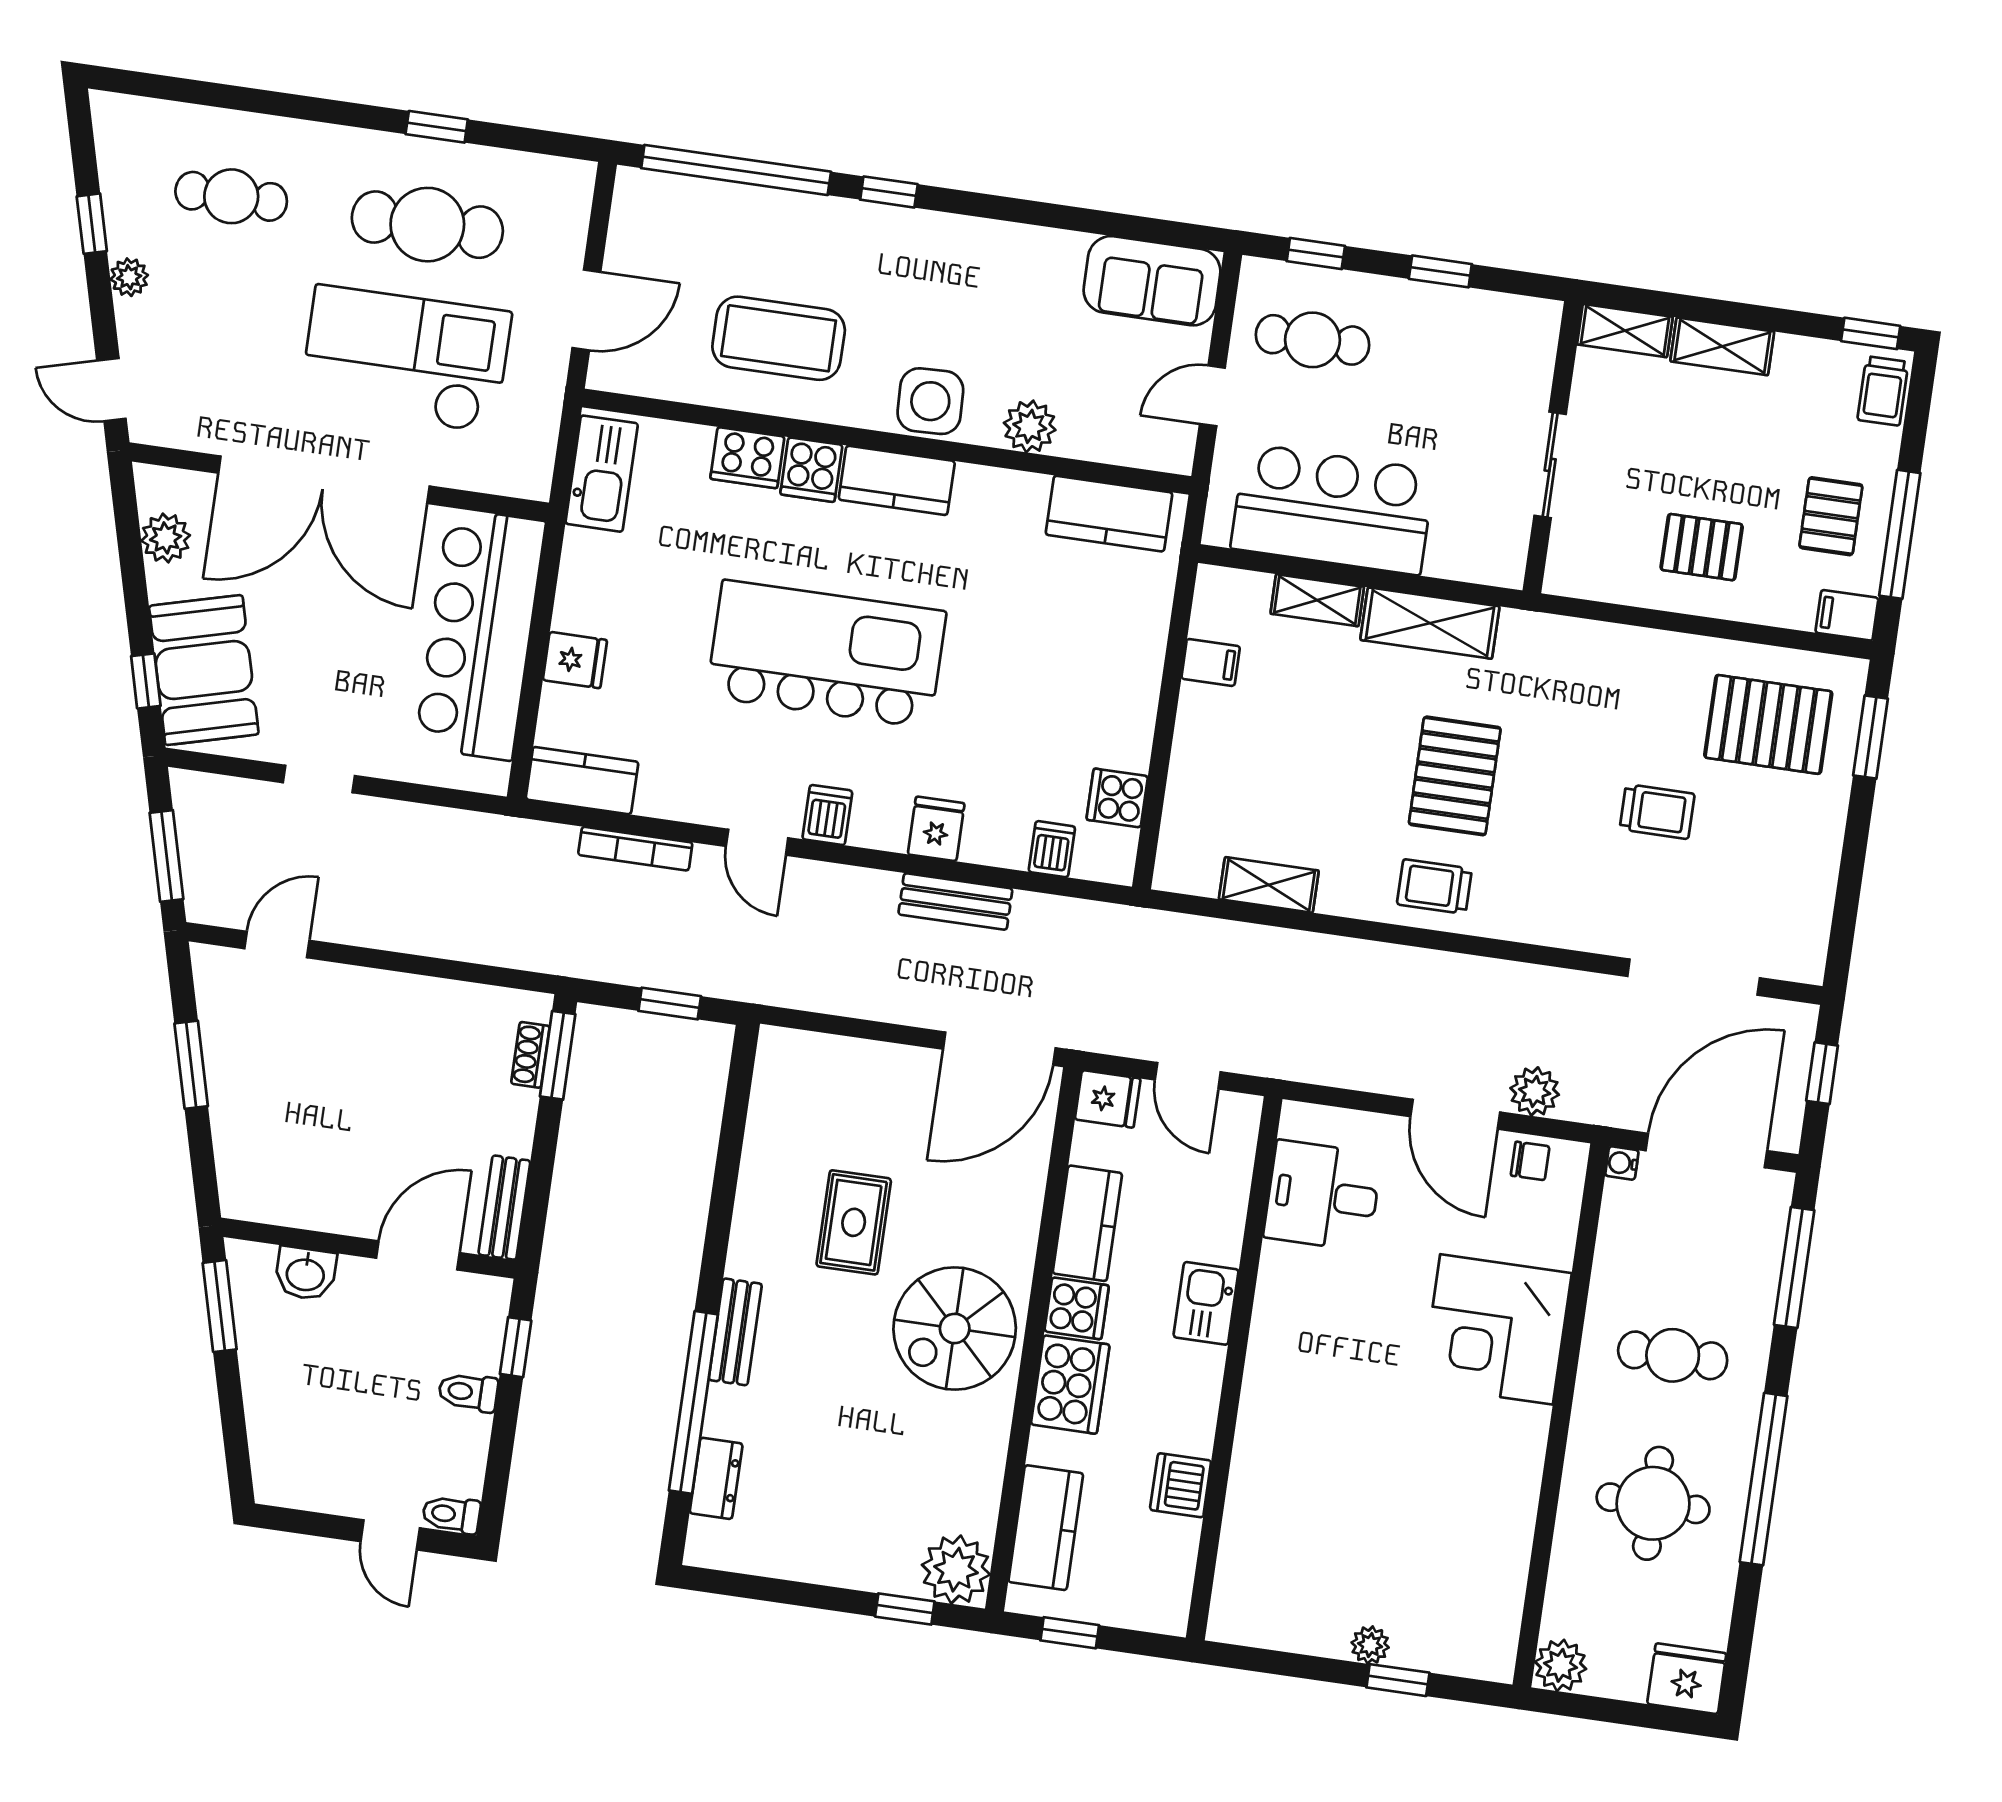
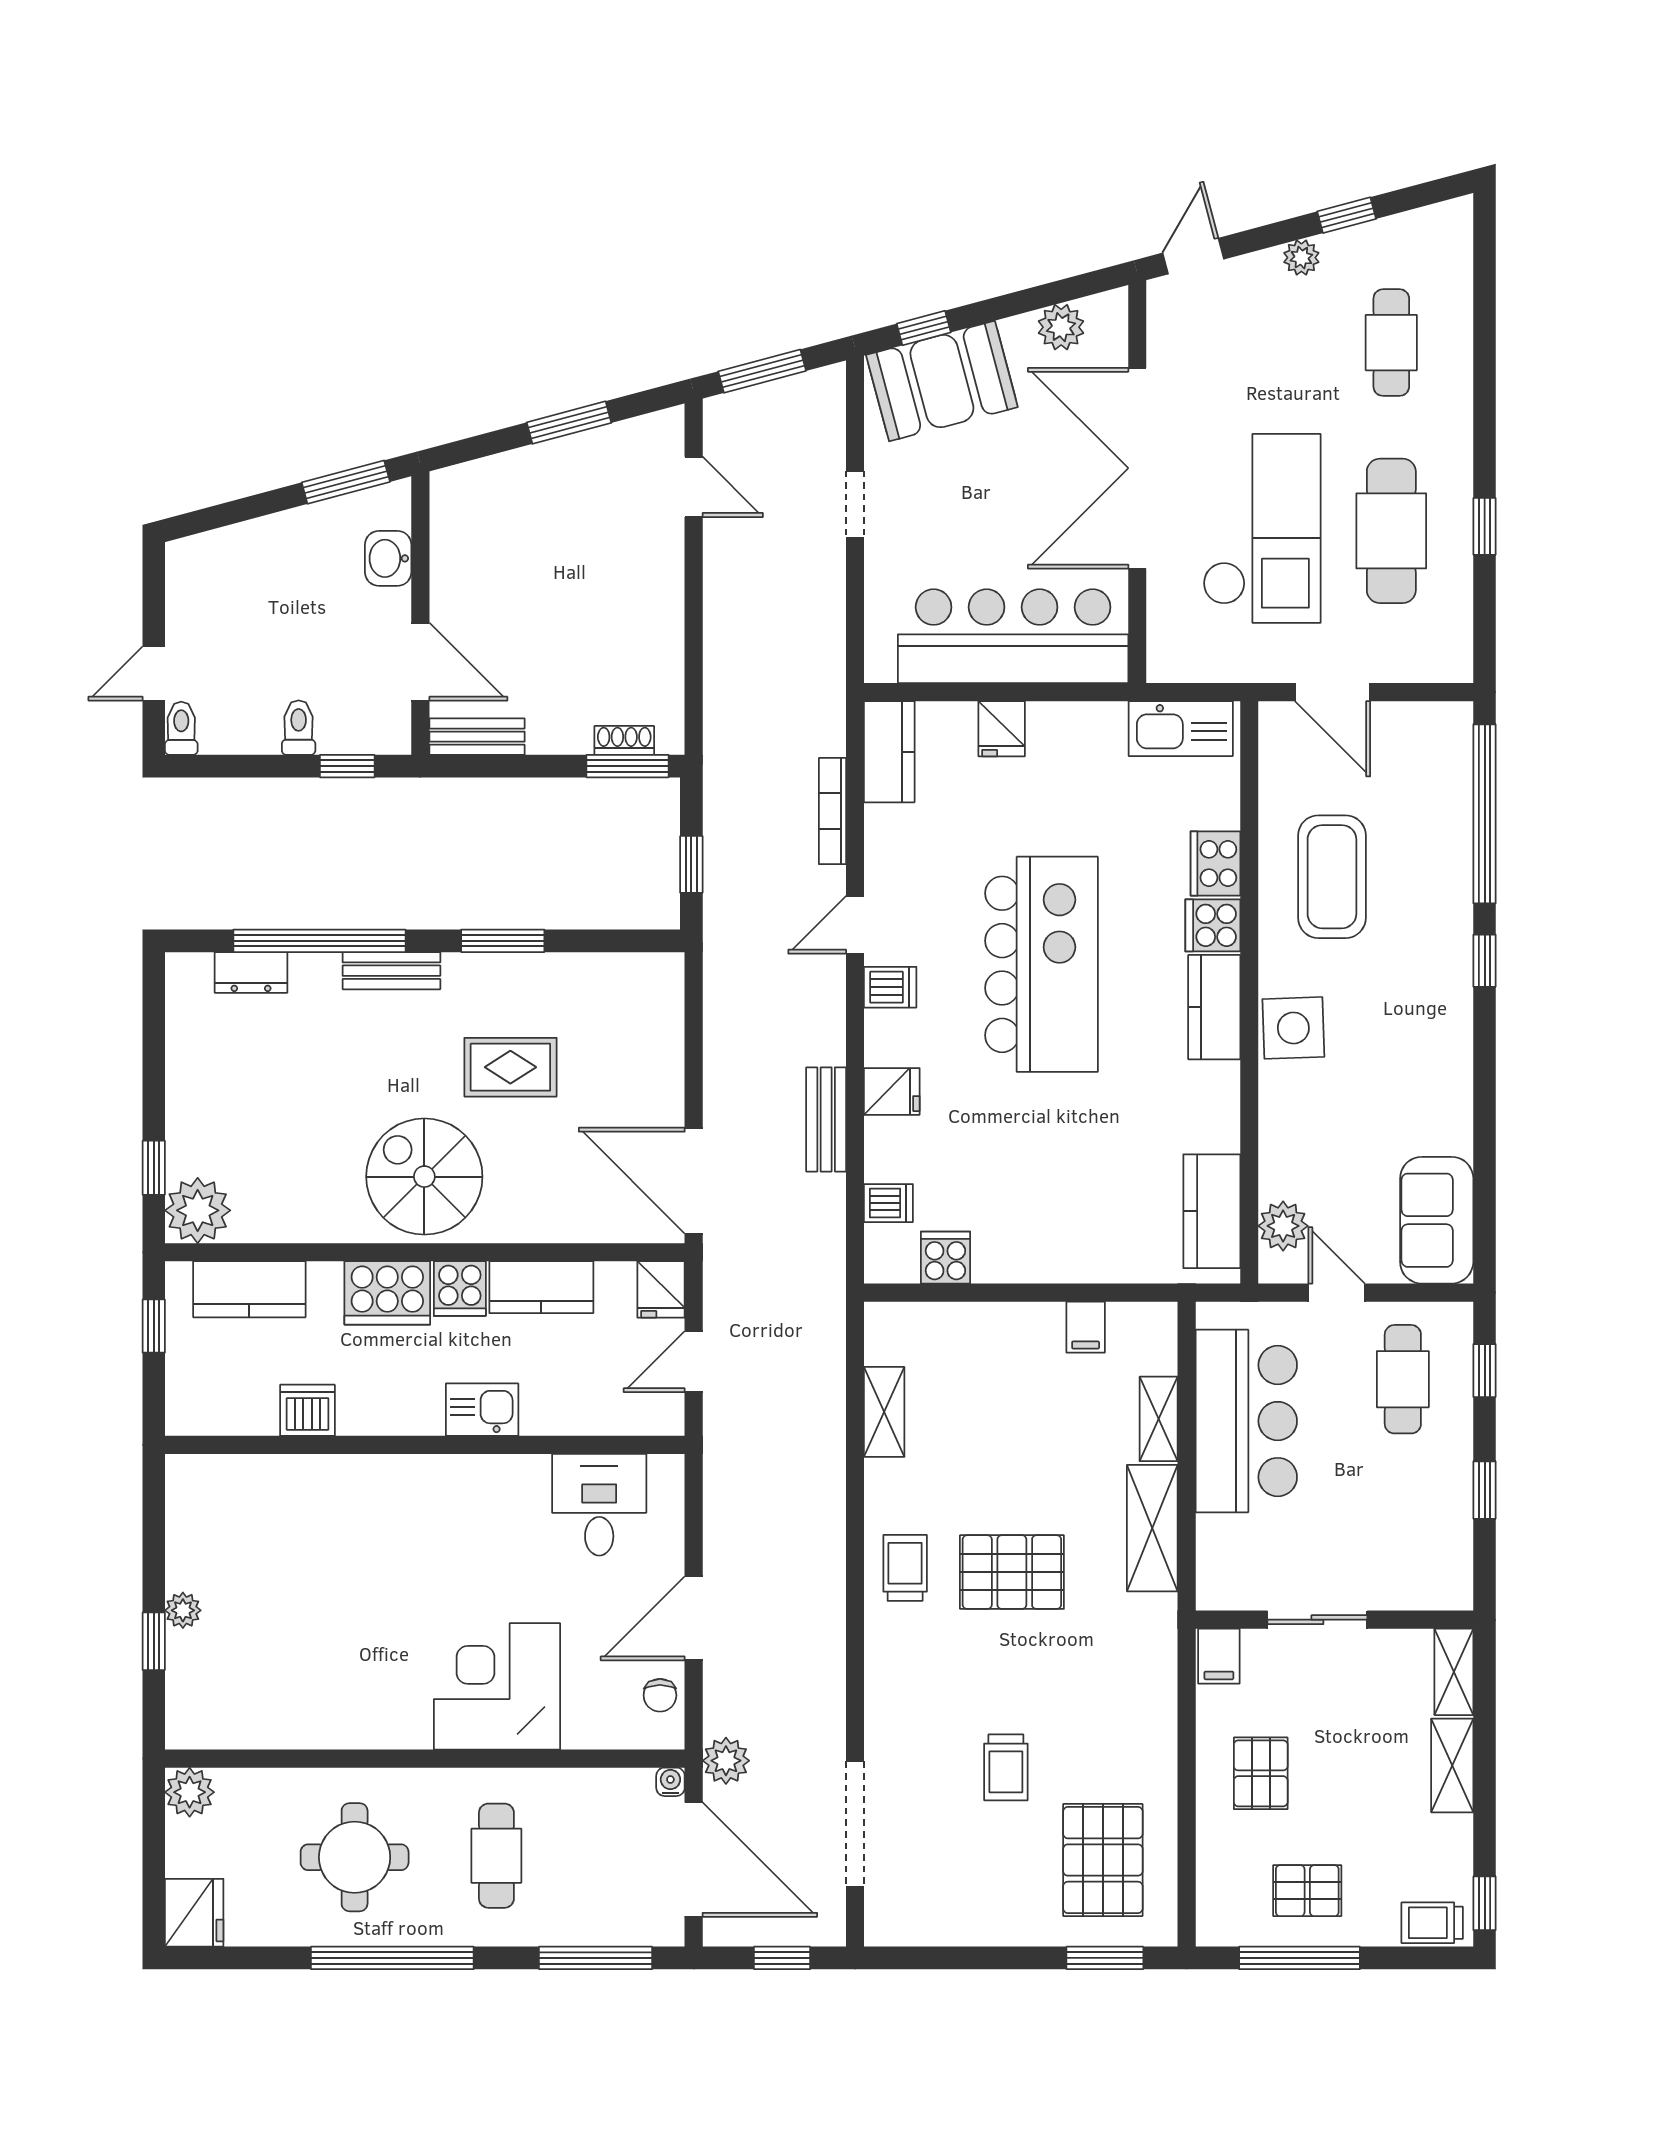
plant: (1030, 426) -> (1283, 1226), moved
filing cabinet: (1847, 615) -> (1219, 1656), moved, turned 180
plant: (1535, 1091) -> (726, 1761), moved
window: (721, 1211) -> (503, 941), added

